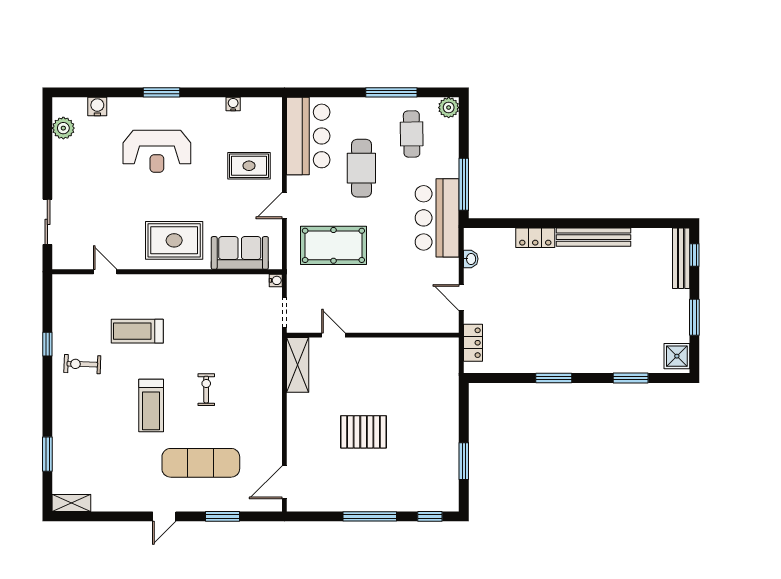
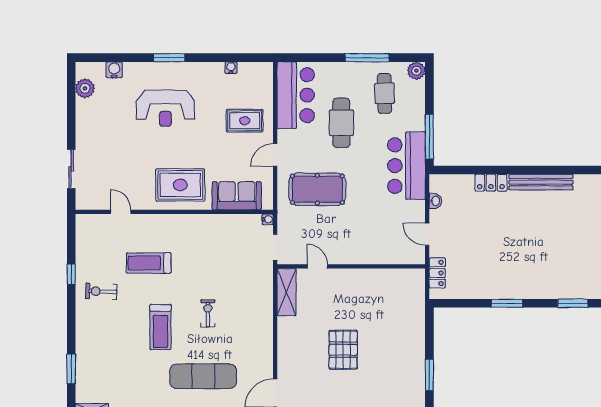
pallet: (364, 432) -> (343, 350), turned 90

